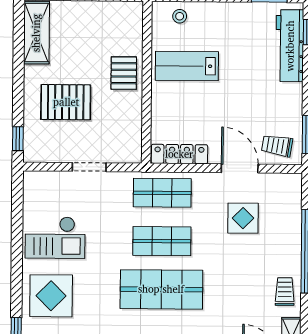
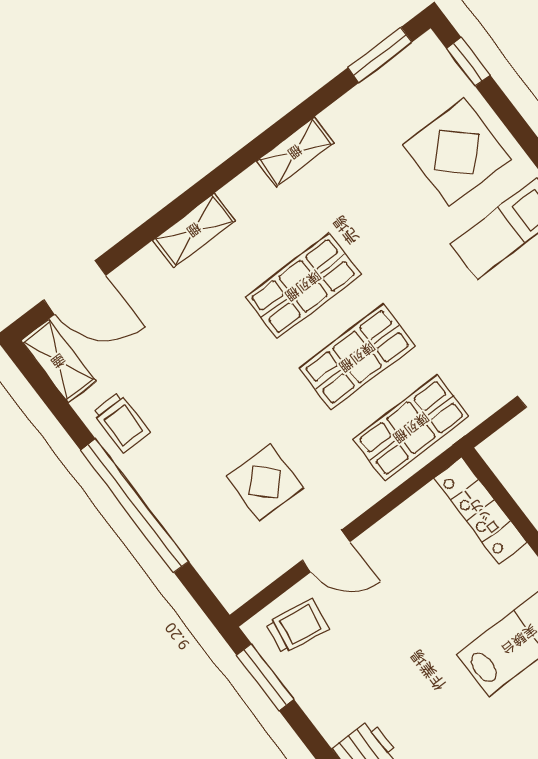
locker: (179, 154) -> (480, 511), moved, turned 90
door: (240, 168) -> (326, 551), width x0.73
shop shelf: (161, 289) -> (303, 286), width x0.70, depth x0.74

